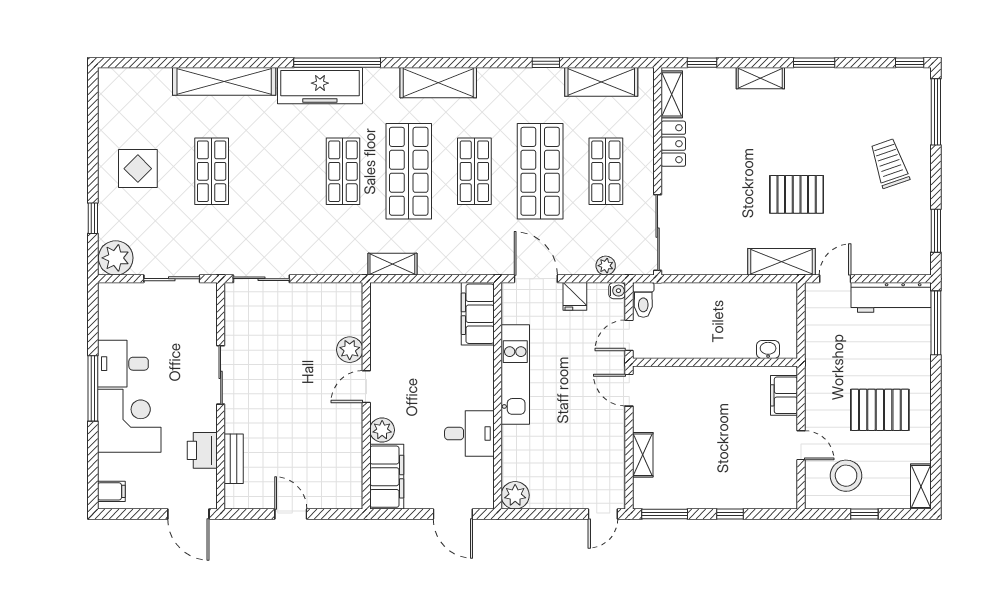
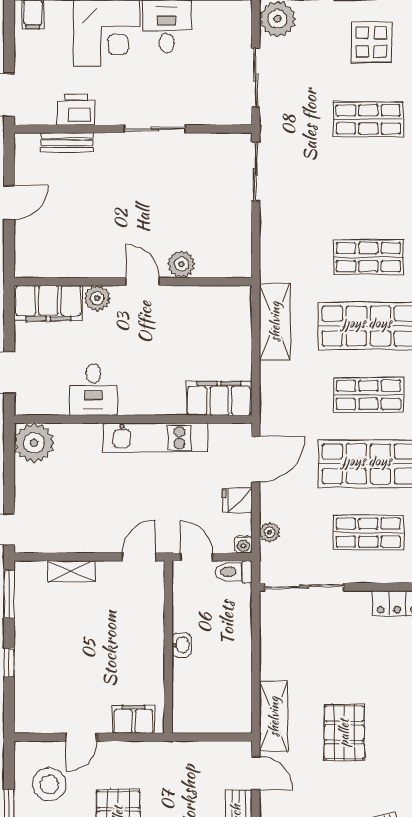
shelving: (392, 264) -> (275, 322), width x1.50, depth x1.33
washbasin: (768, 350) -> (182, 645), moved
plant: (515, 495) -> (34, 443), width x1.36, depth x1.36

